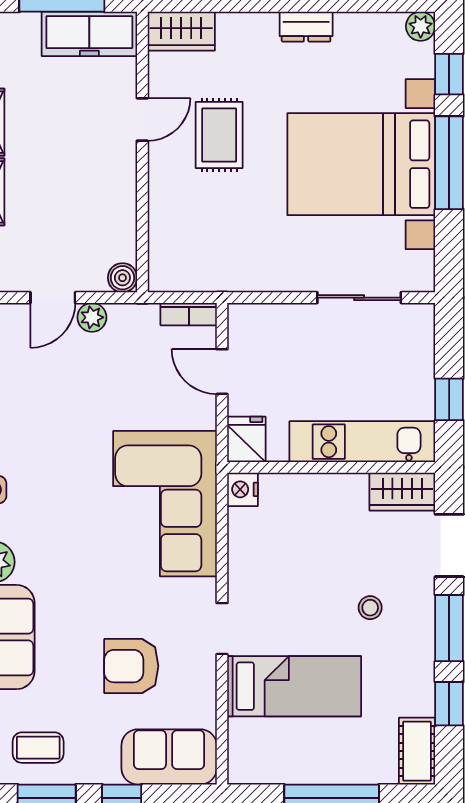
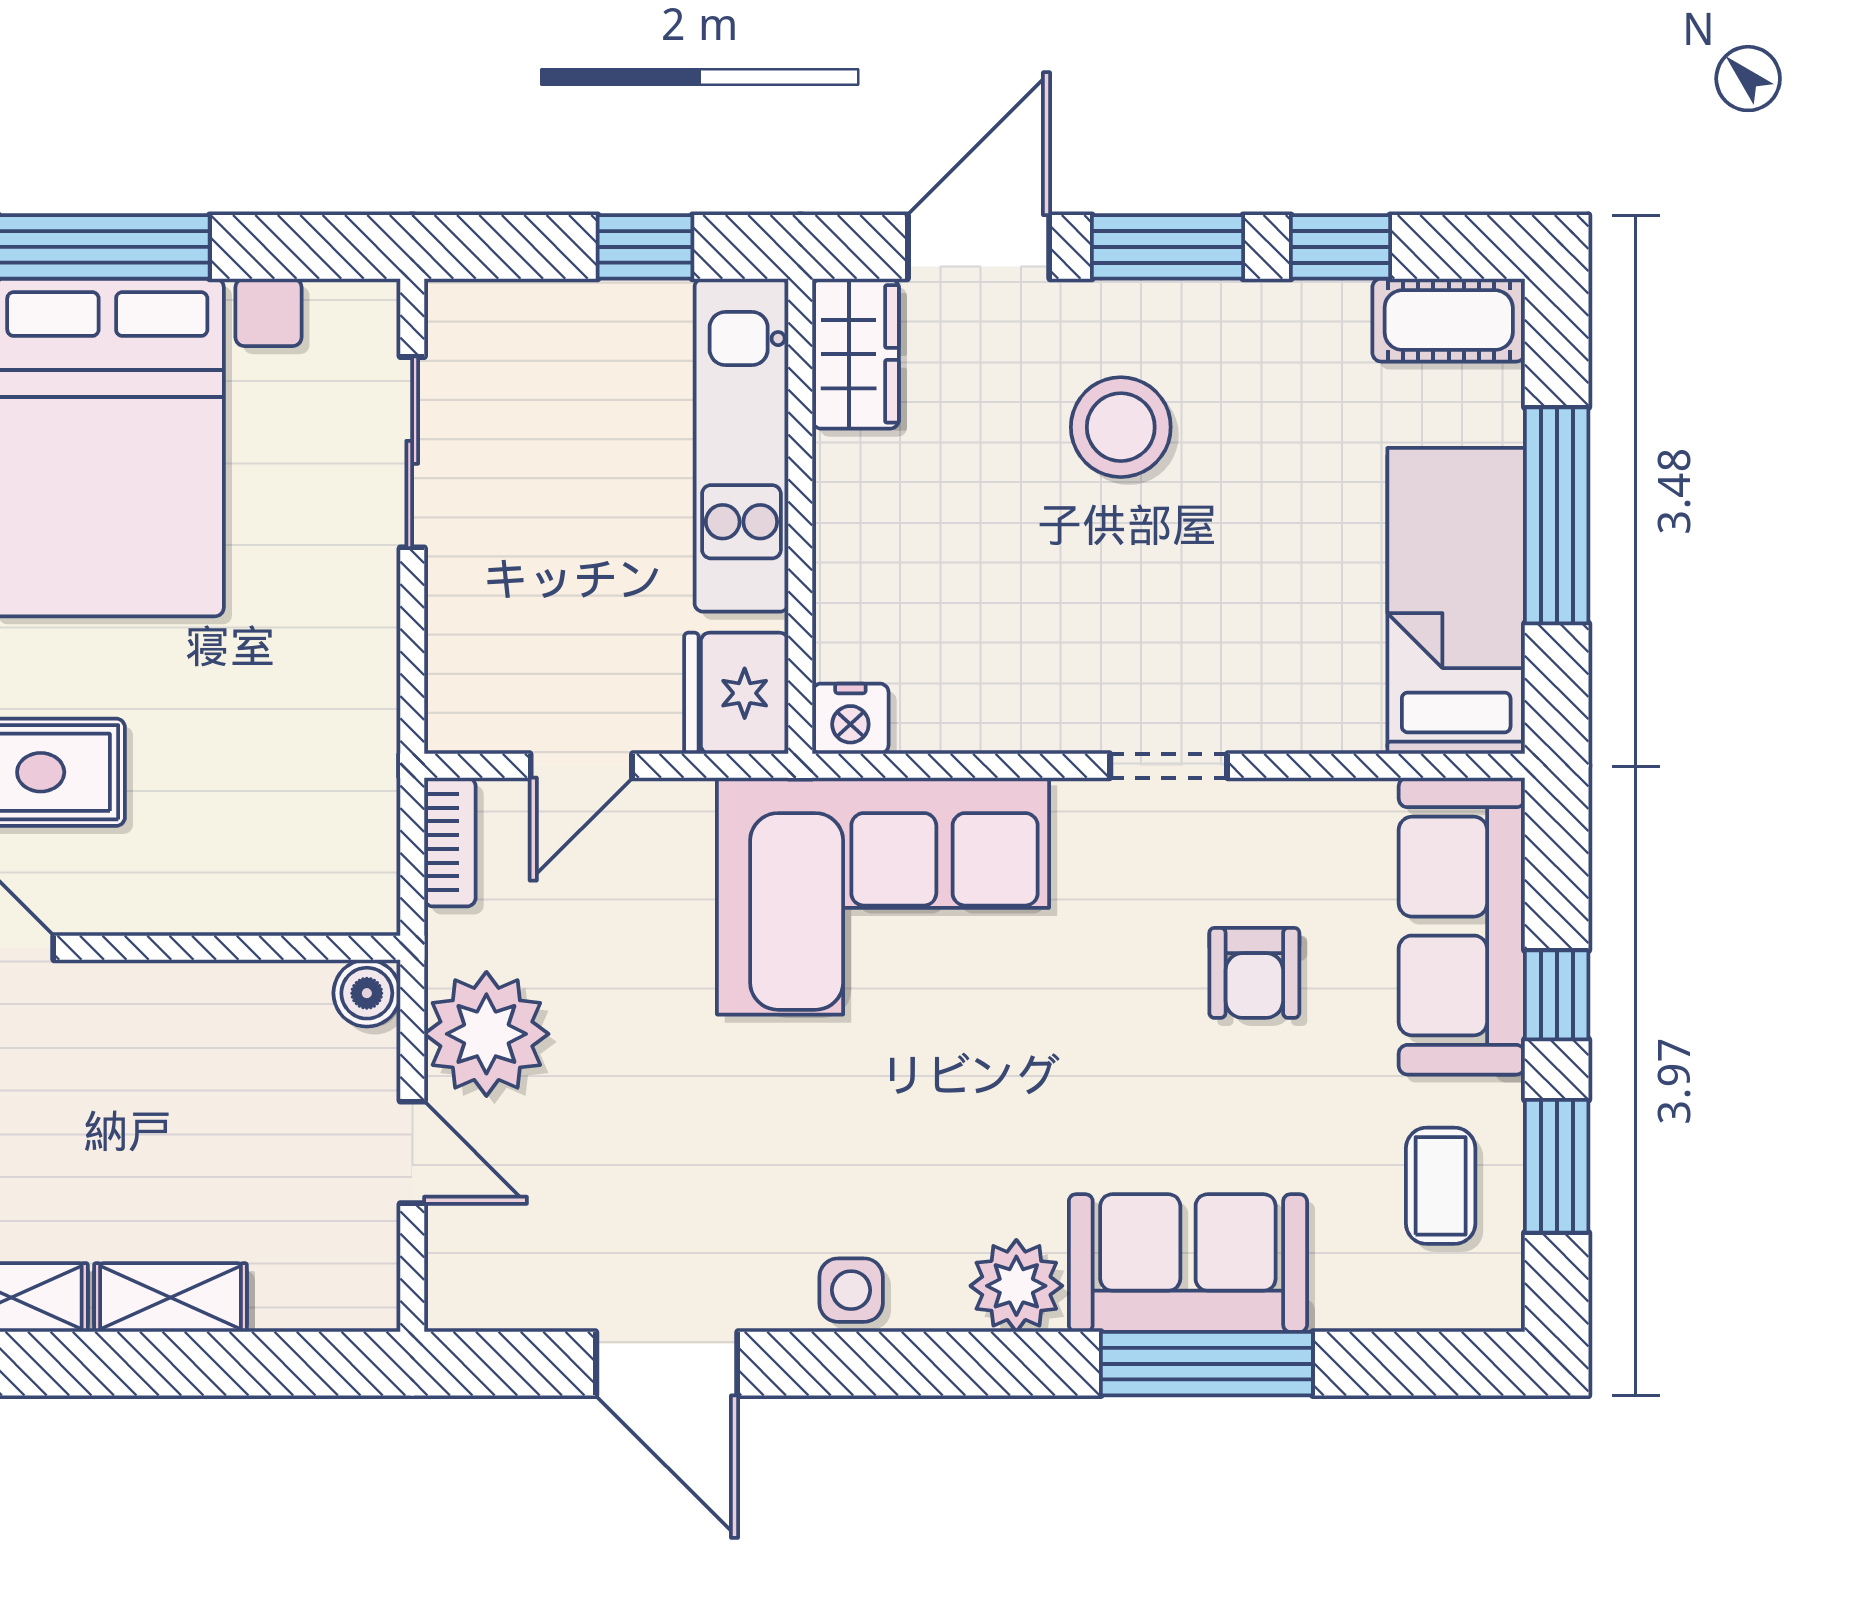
plant: (92, 317) -> (486, 1034), width x1.87, depth x1.87
fridge: (246, 439) -> (736, 693), width x1.38
stool: (370, 608) -> (1121, 427), width x1.89, depth x1.89
armchair: (131, 666) -> (1254, 973), width x0.72, depth x0.72
bed: (294, 686) -> (1456, 601), moved
sofa: (169, 757) -> (1462, 926), width x1.36

